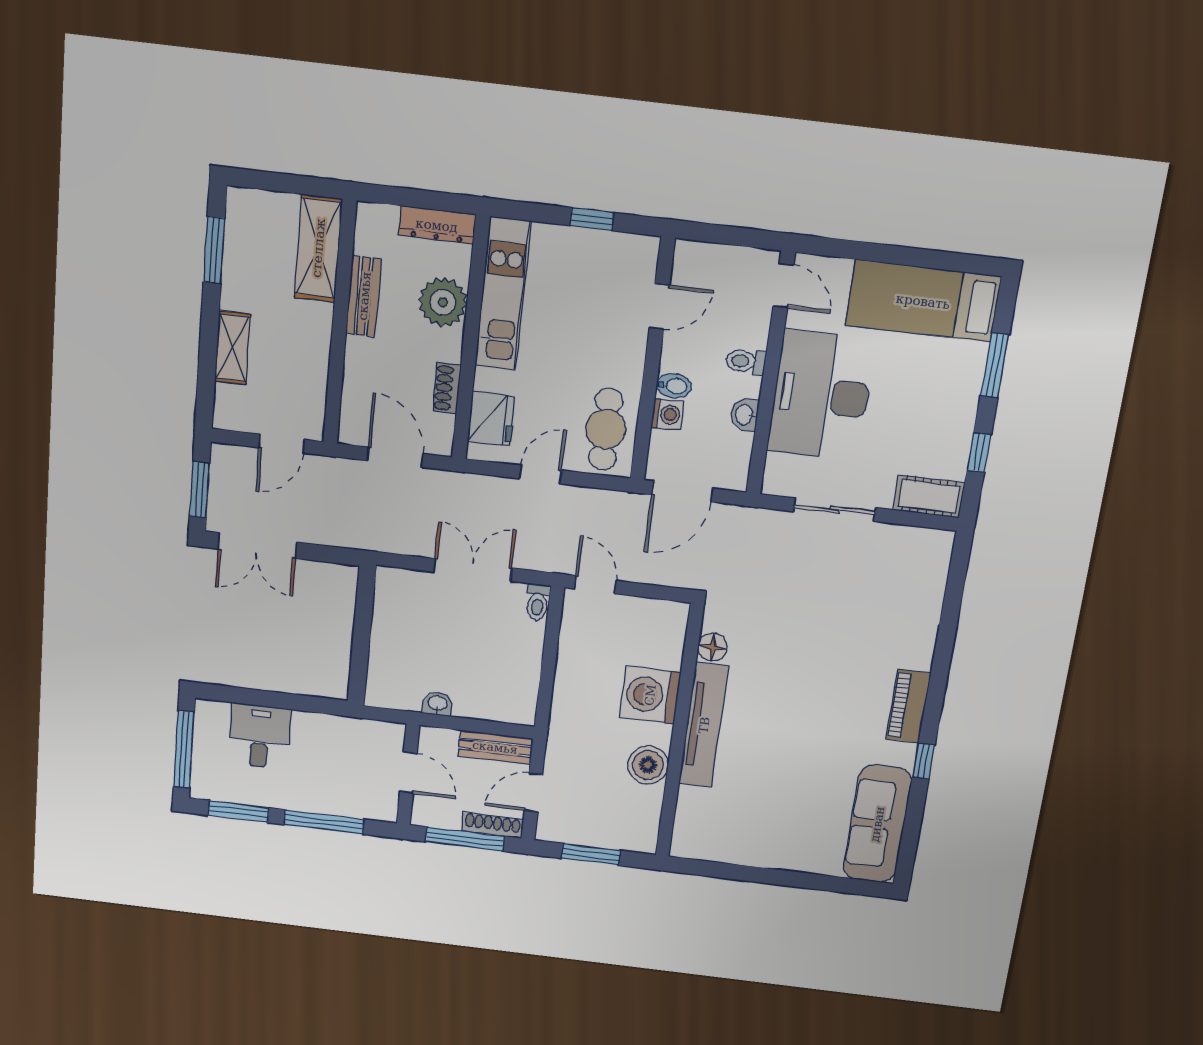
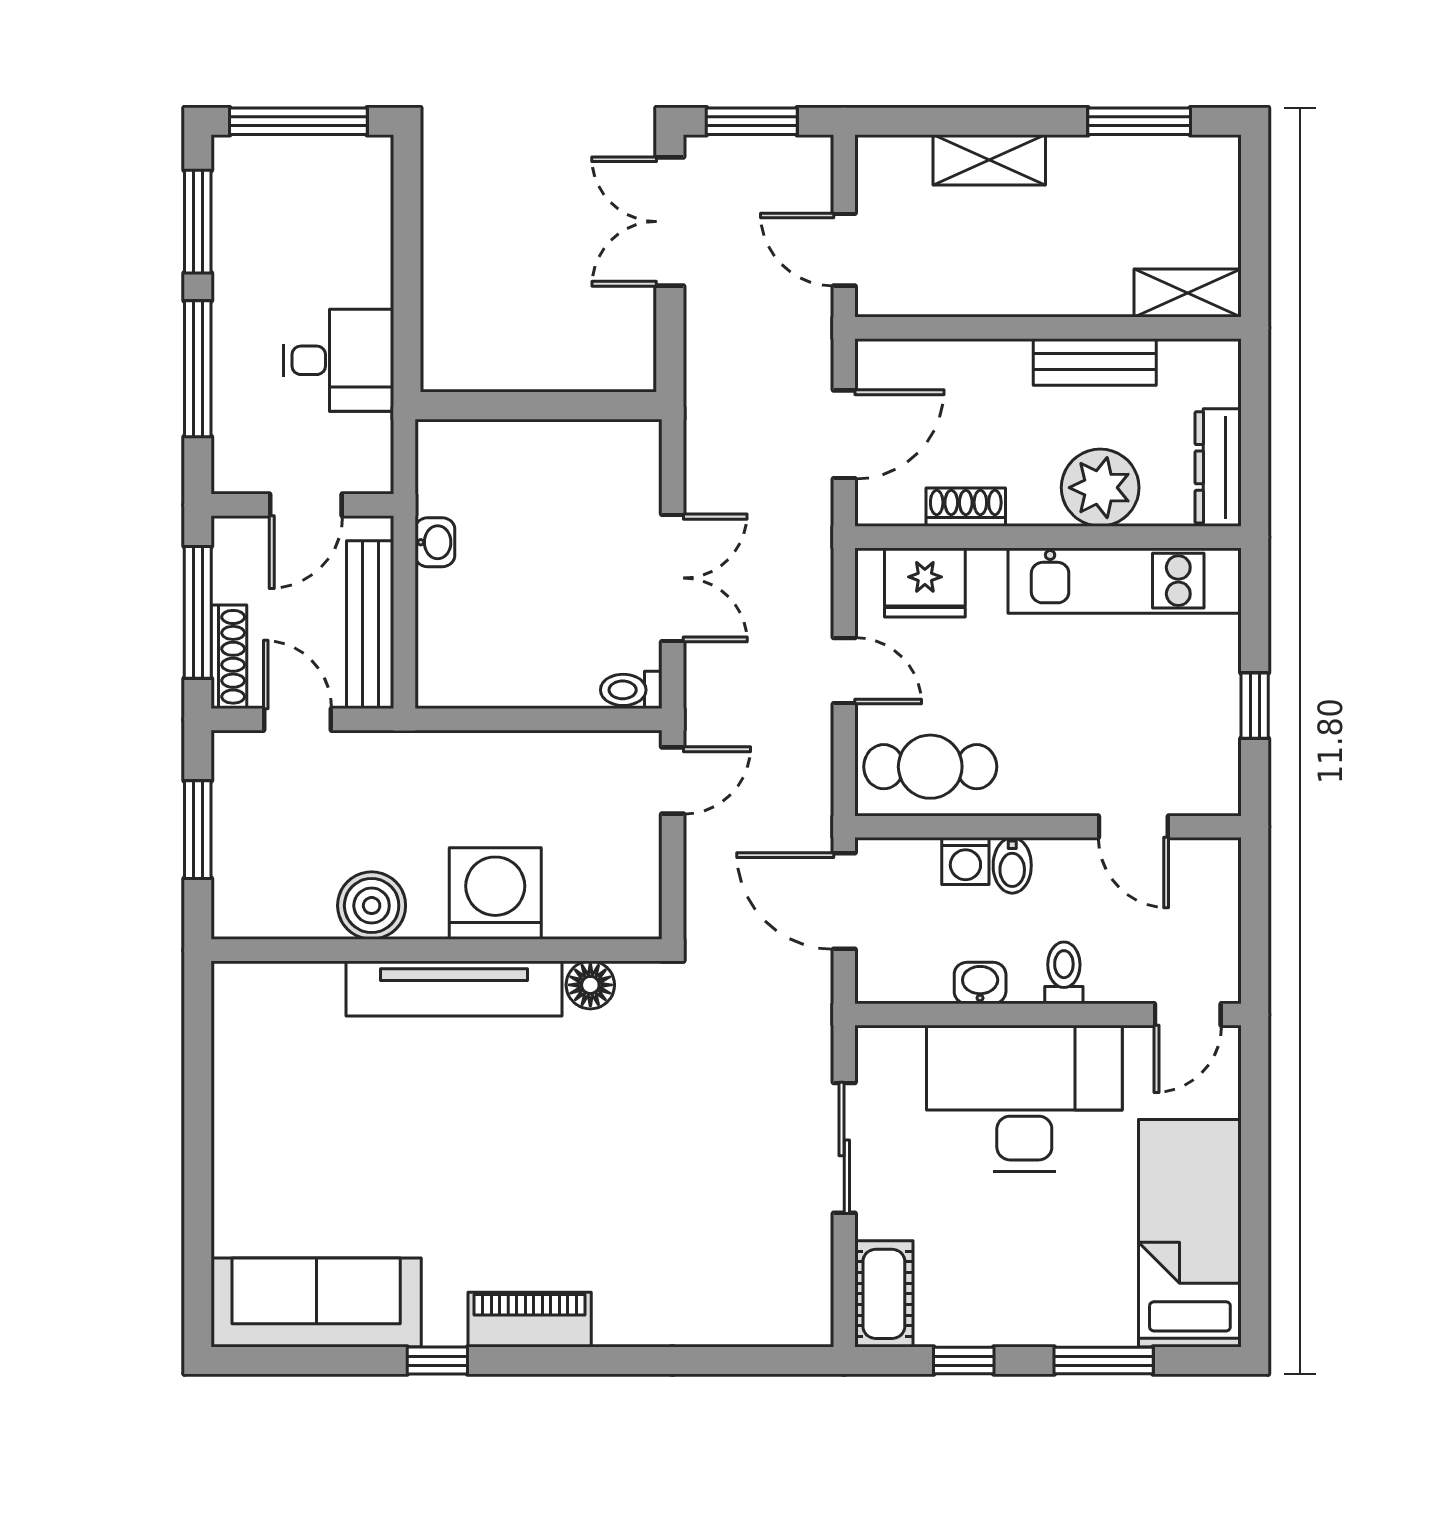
shelving: (318, 248) -> (1188, 293), width x0.67, depth x0.75
desk: (260, 736) -> (338, 360), moved
bench: (495, 747) -> (370, 625), width x1.36

